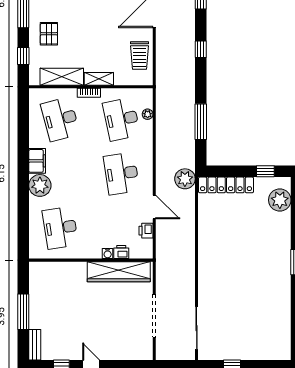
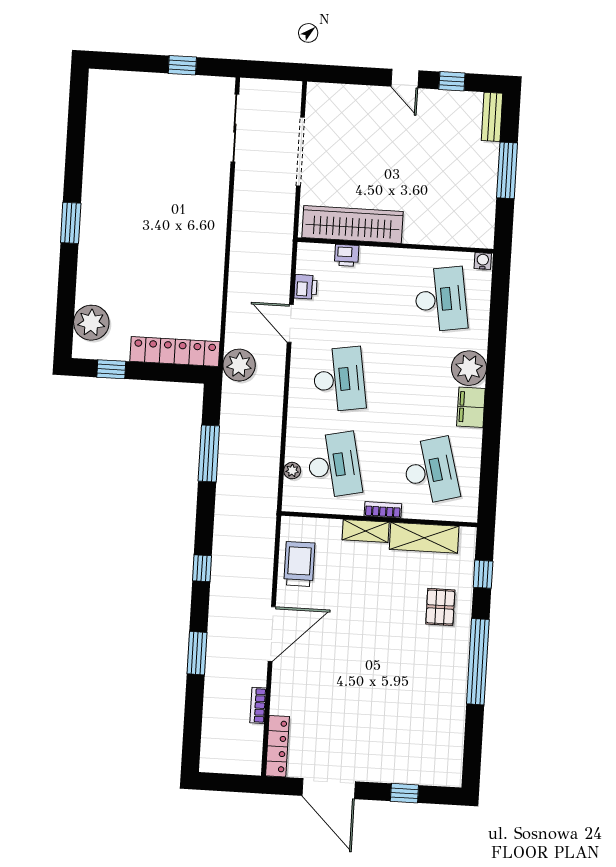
water cooler: (108, 254) -> (483, 261), moved

